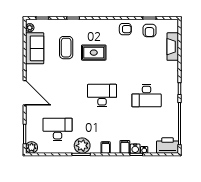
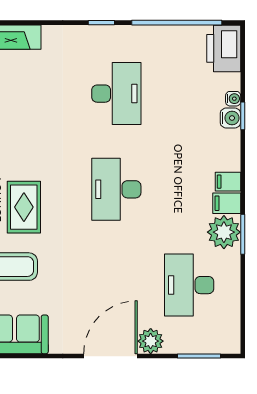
plant: (32, 147) -> (151, 341), moved
filing cabinet: (125, 147) -> (227, 203), moved

